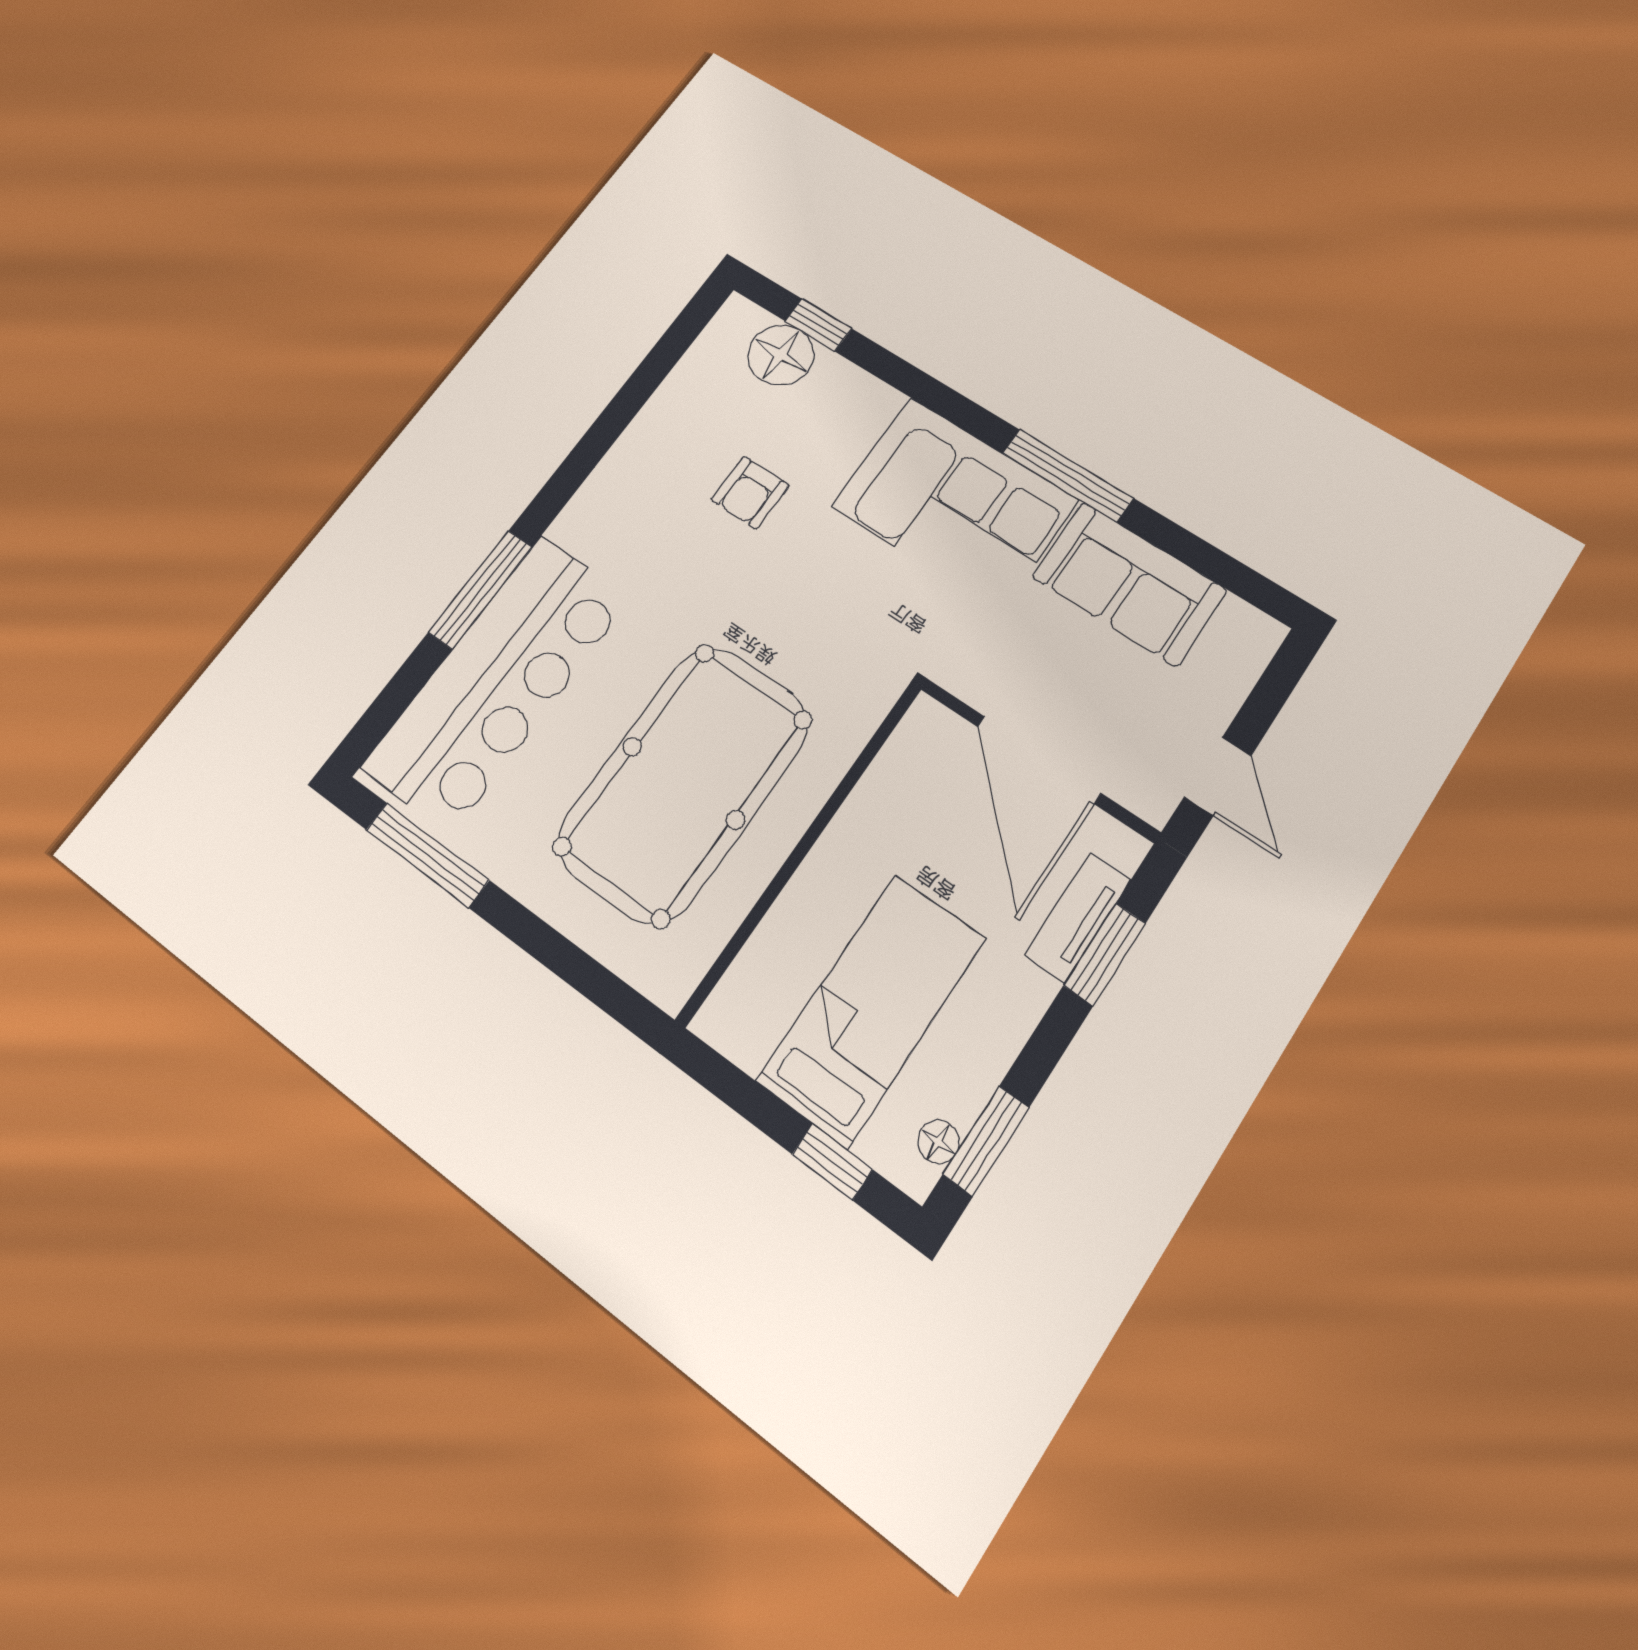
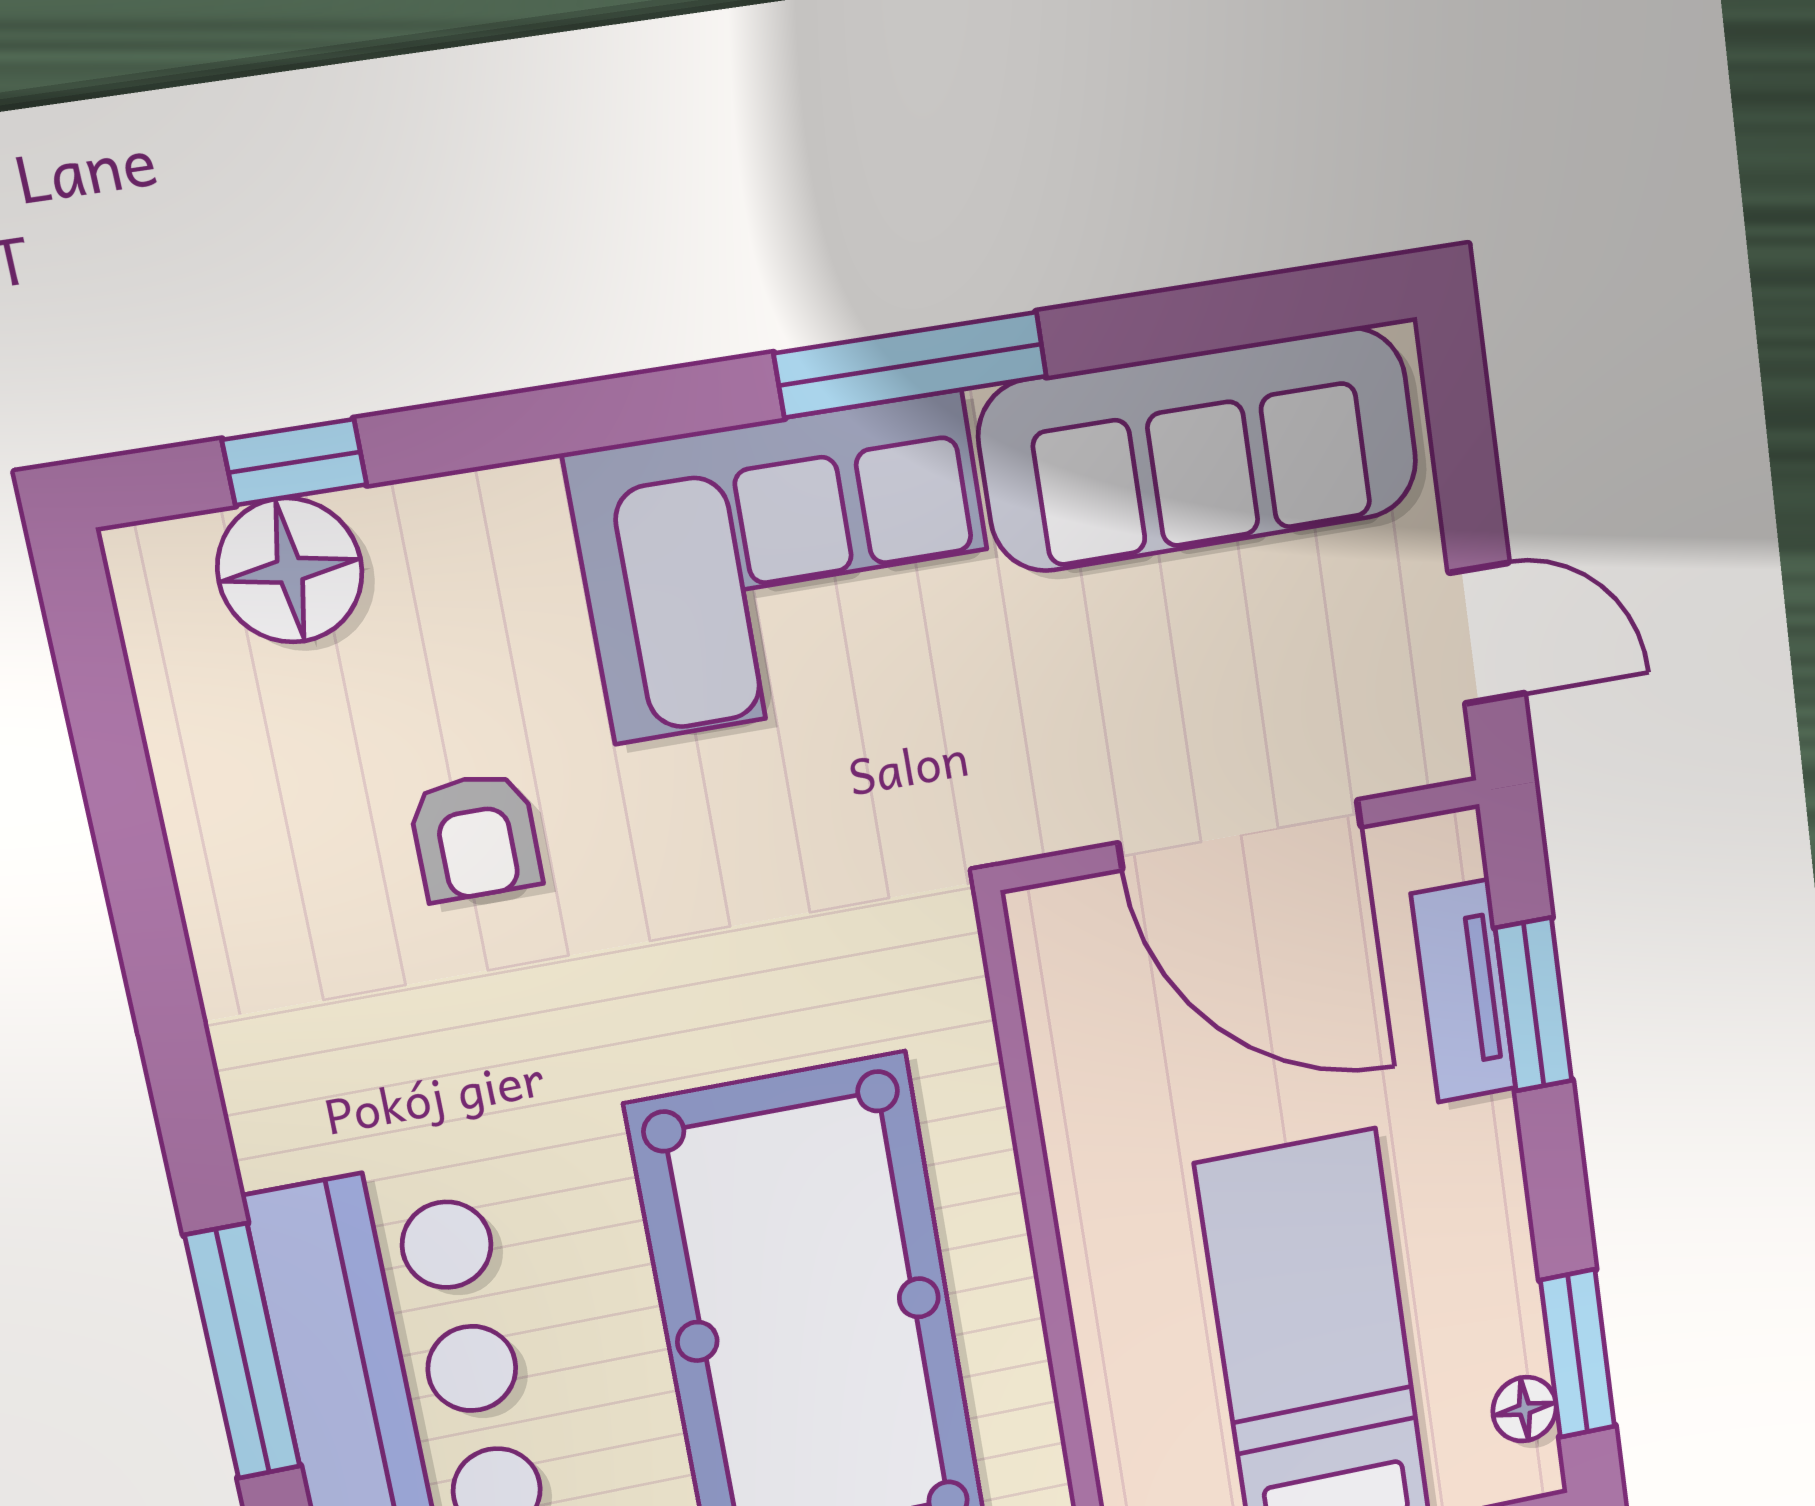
sofa: (1129, 583) -> (1199, 449), width x1.36

